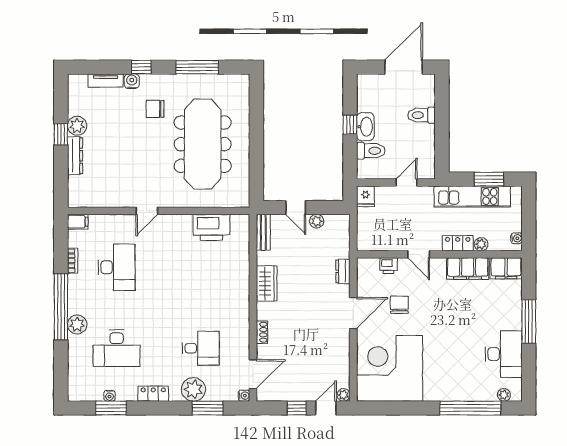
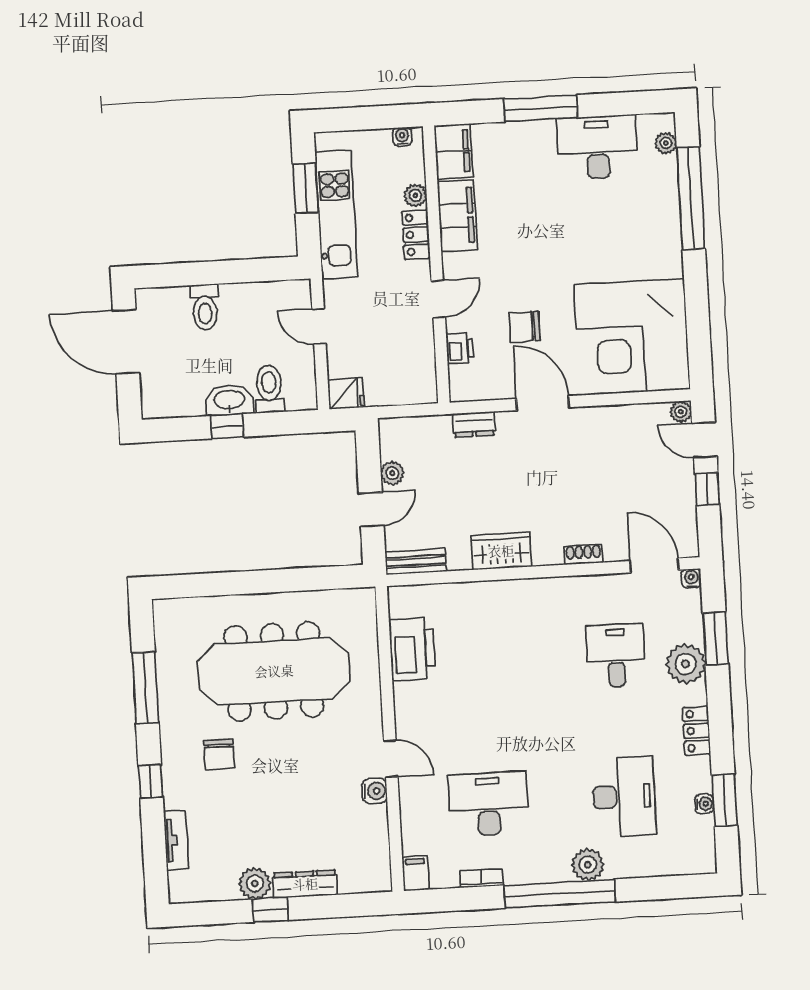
water cooler: (132, 81) -> (375, 791), moved, turned 180

